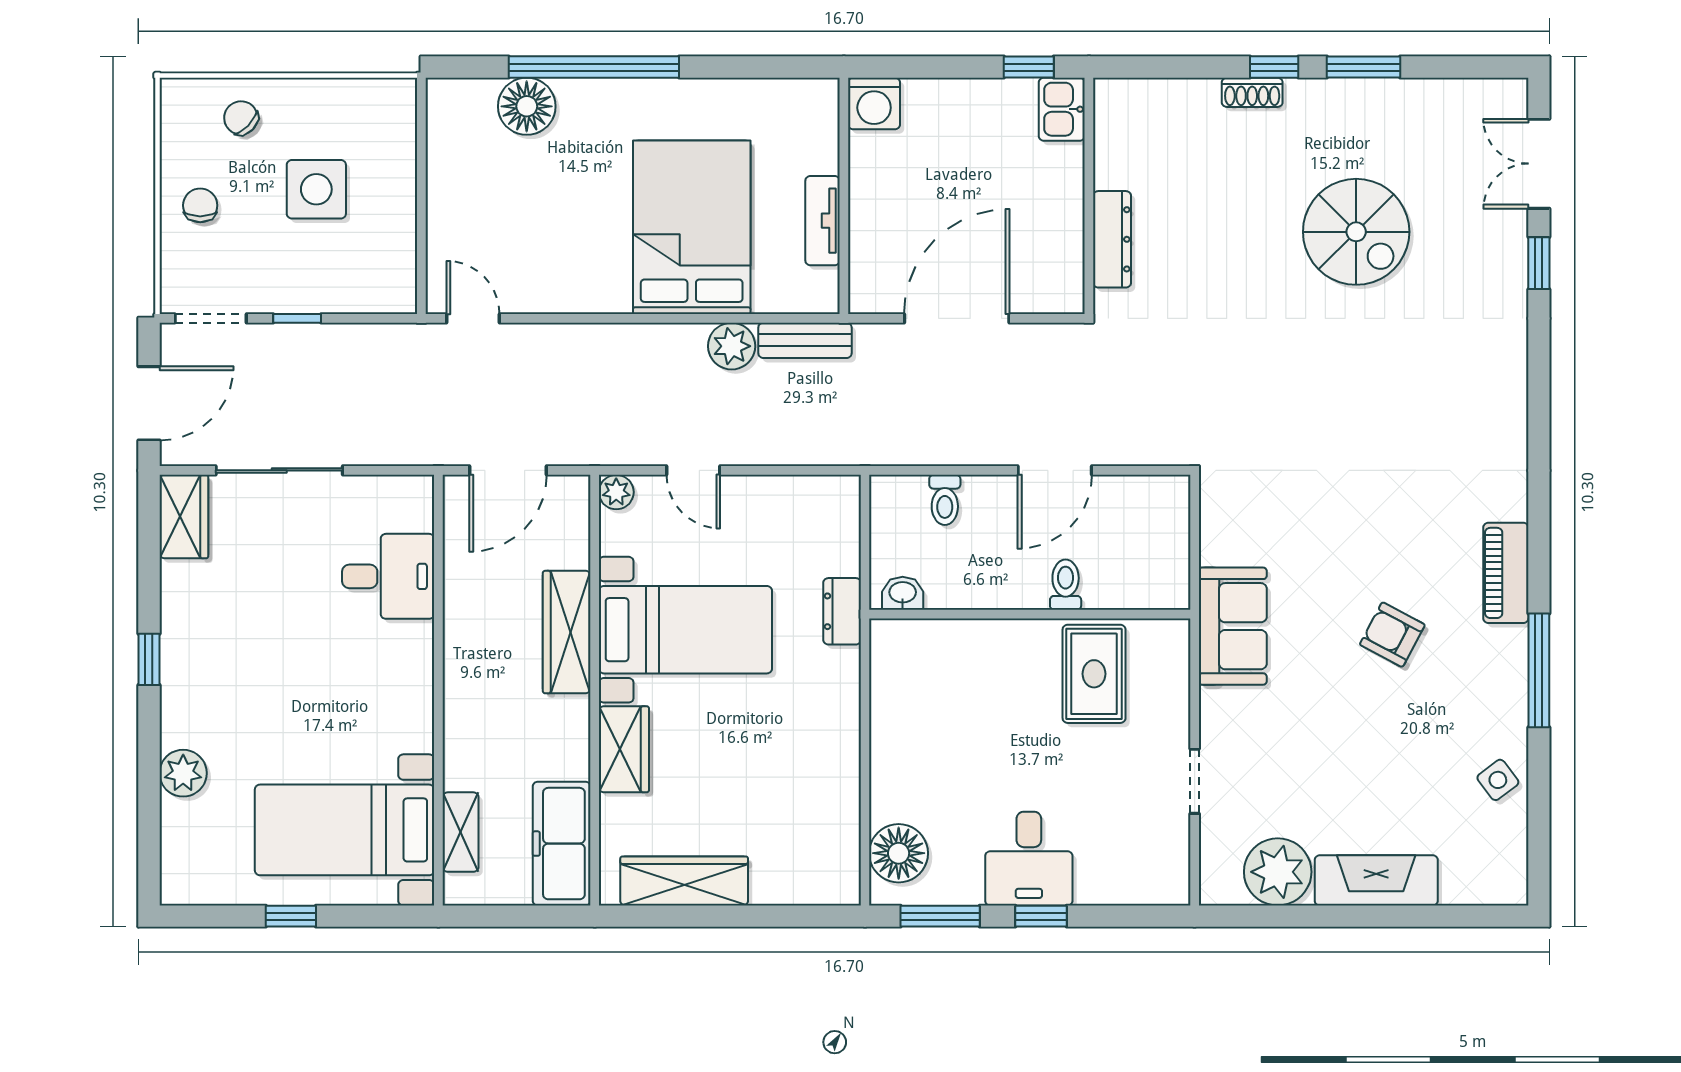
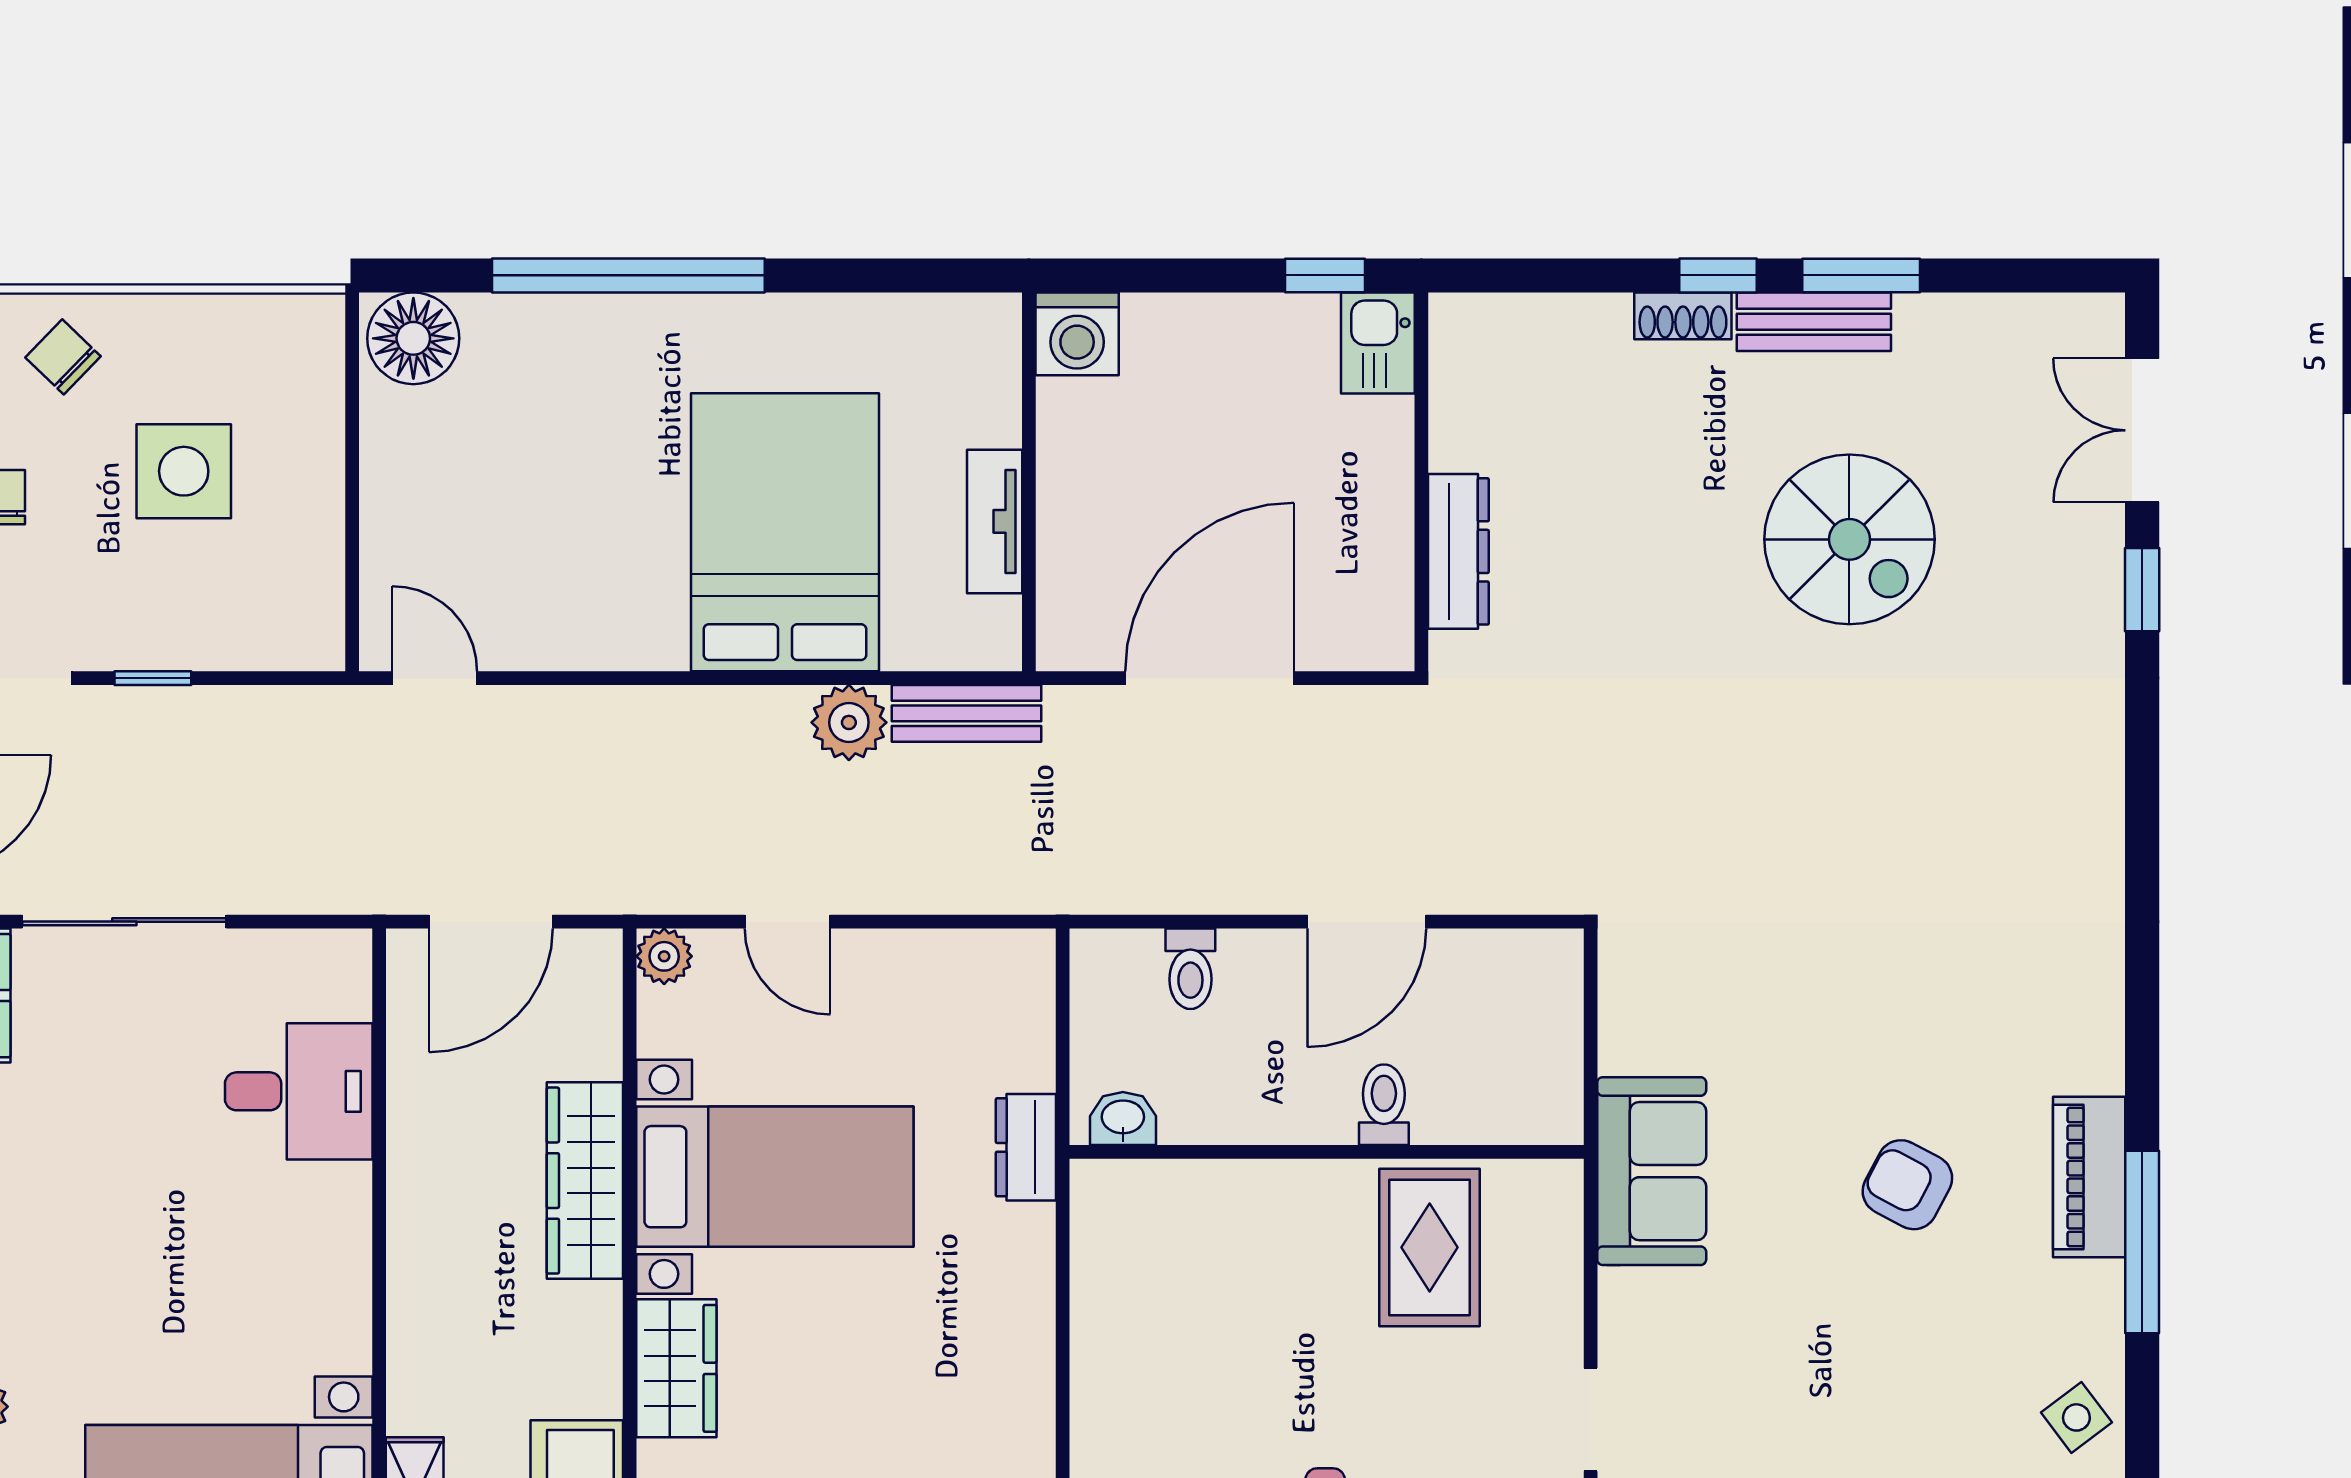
bench: (1334, 96) -> (1814, 322), added
floor lamp: (527, 106) -> (413, 338), moved
piano: (1506, 573) -> (2089, 1177), moved

